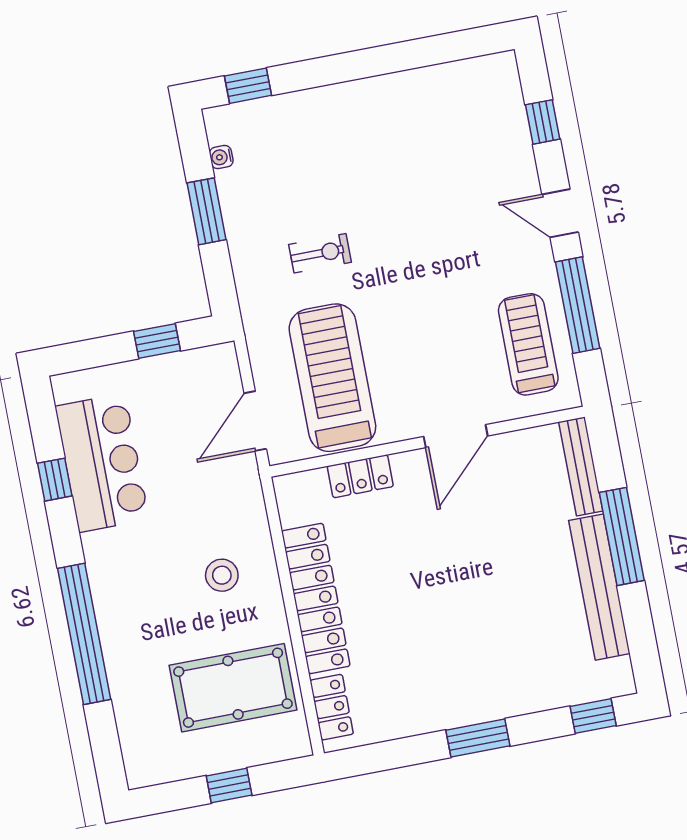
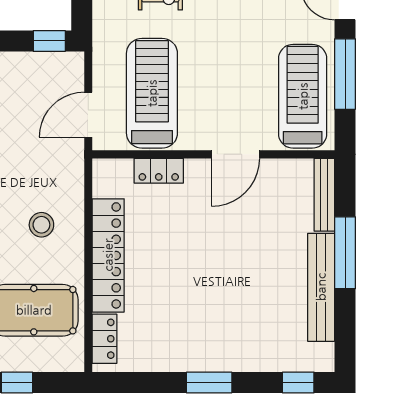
window: (157, 341) -> (49, 41), moved
treadmill: (528, 344) -> (303, 96), width x1.37, depth x1.38

